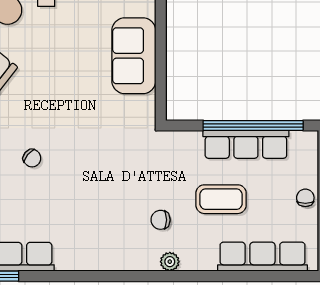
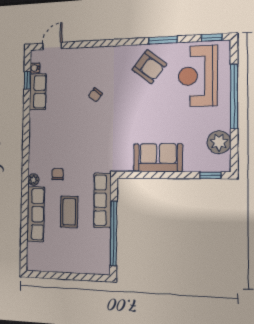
row of seats: (246, 144) -> (102, 200), moved
chair: (305, 198) -> (69, 265), removed
row of seats: (262, 257) -> (36, 214), moved

